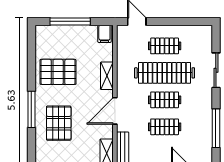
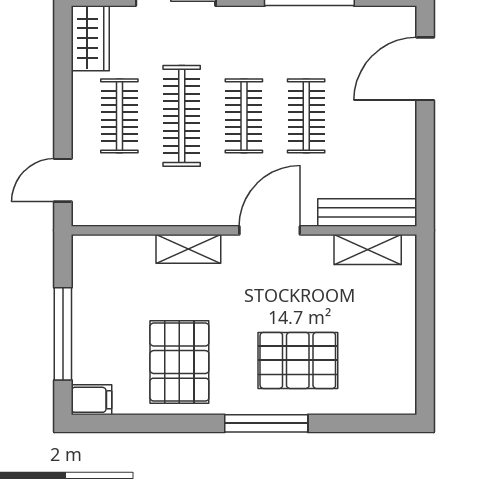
wardrobe: (198, 33) -> (90, 38), added
filing cabinet: (104, 34) -> (91, 400), moved
clothes rail: (165, 73) -> (182, 116), width x0.73, depth x0.76
door: (115, 111) -> (270, 230), swing flipped

